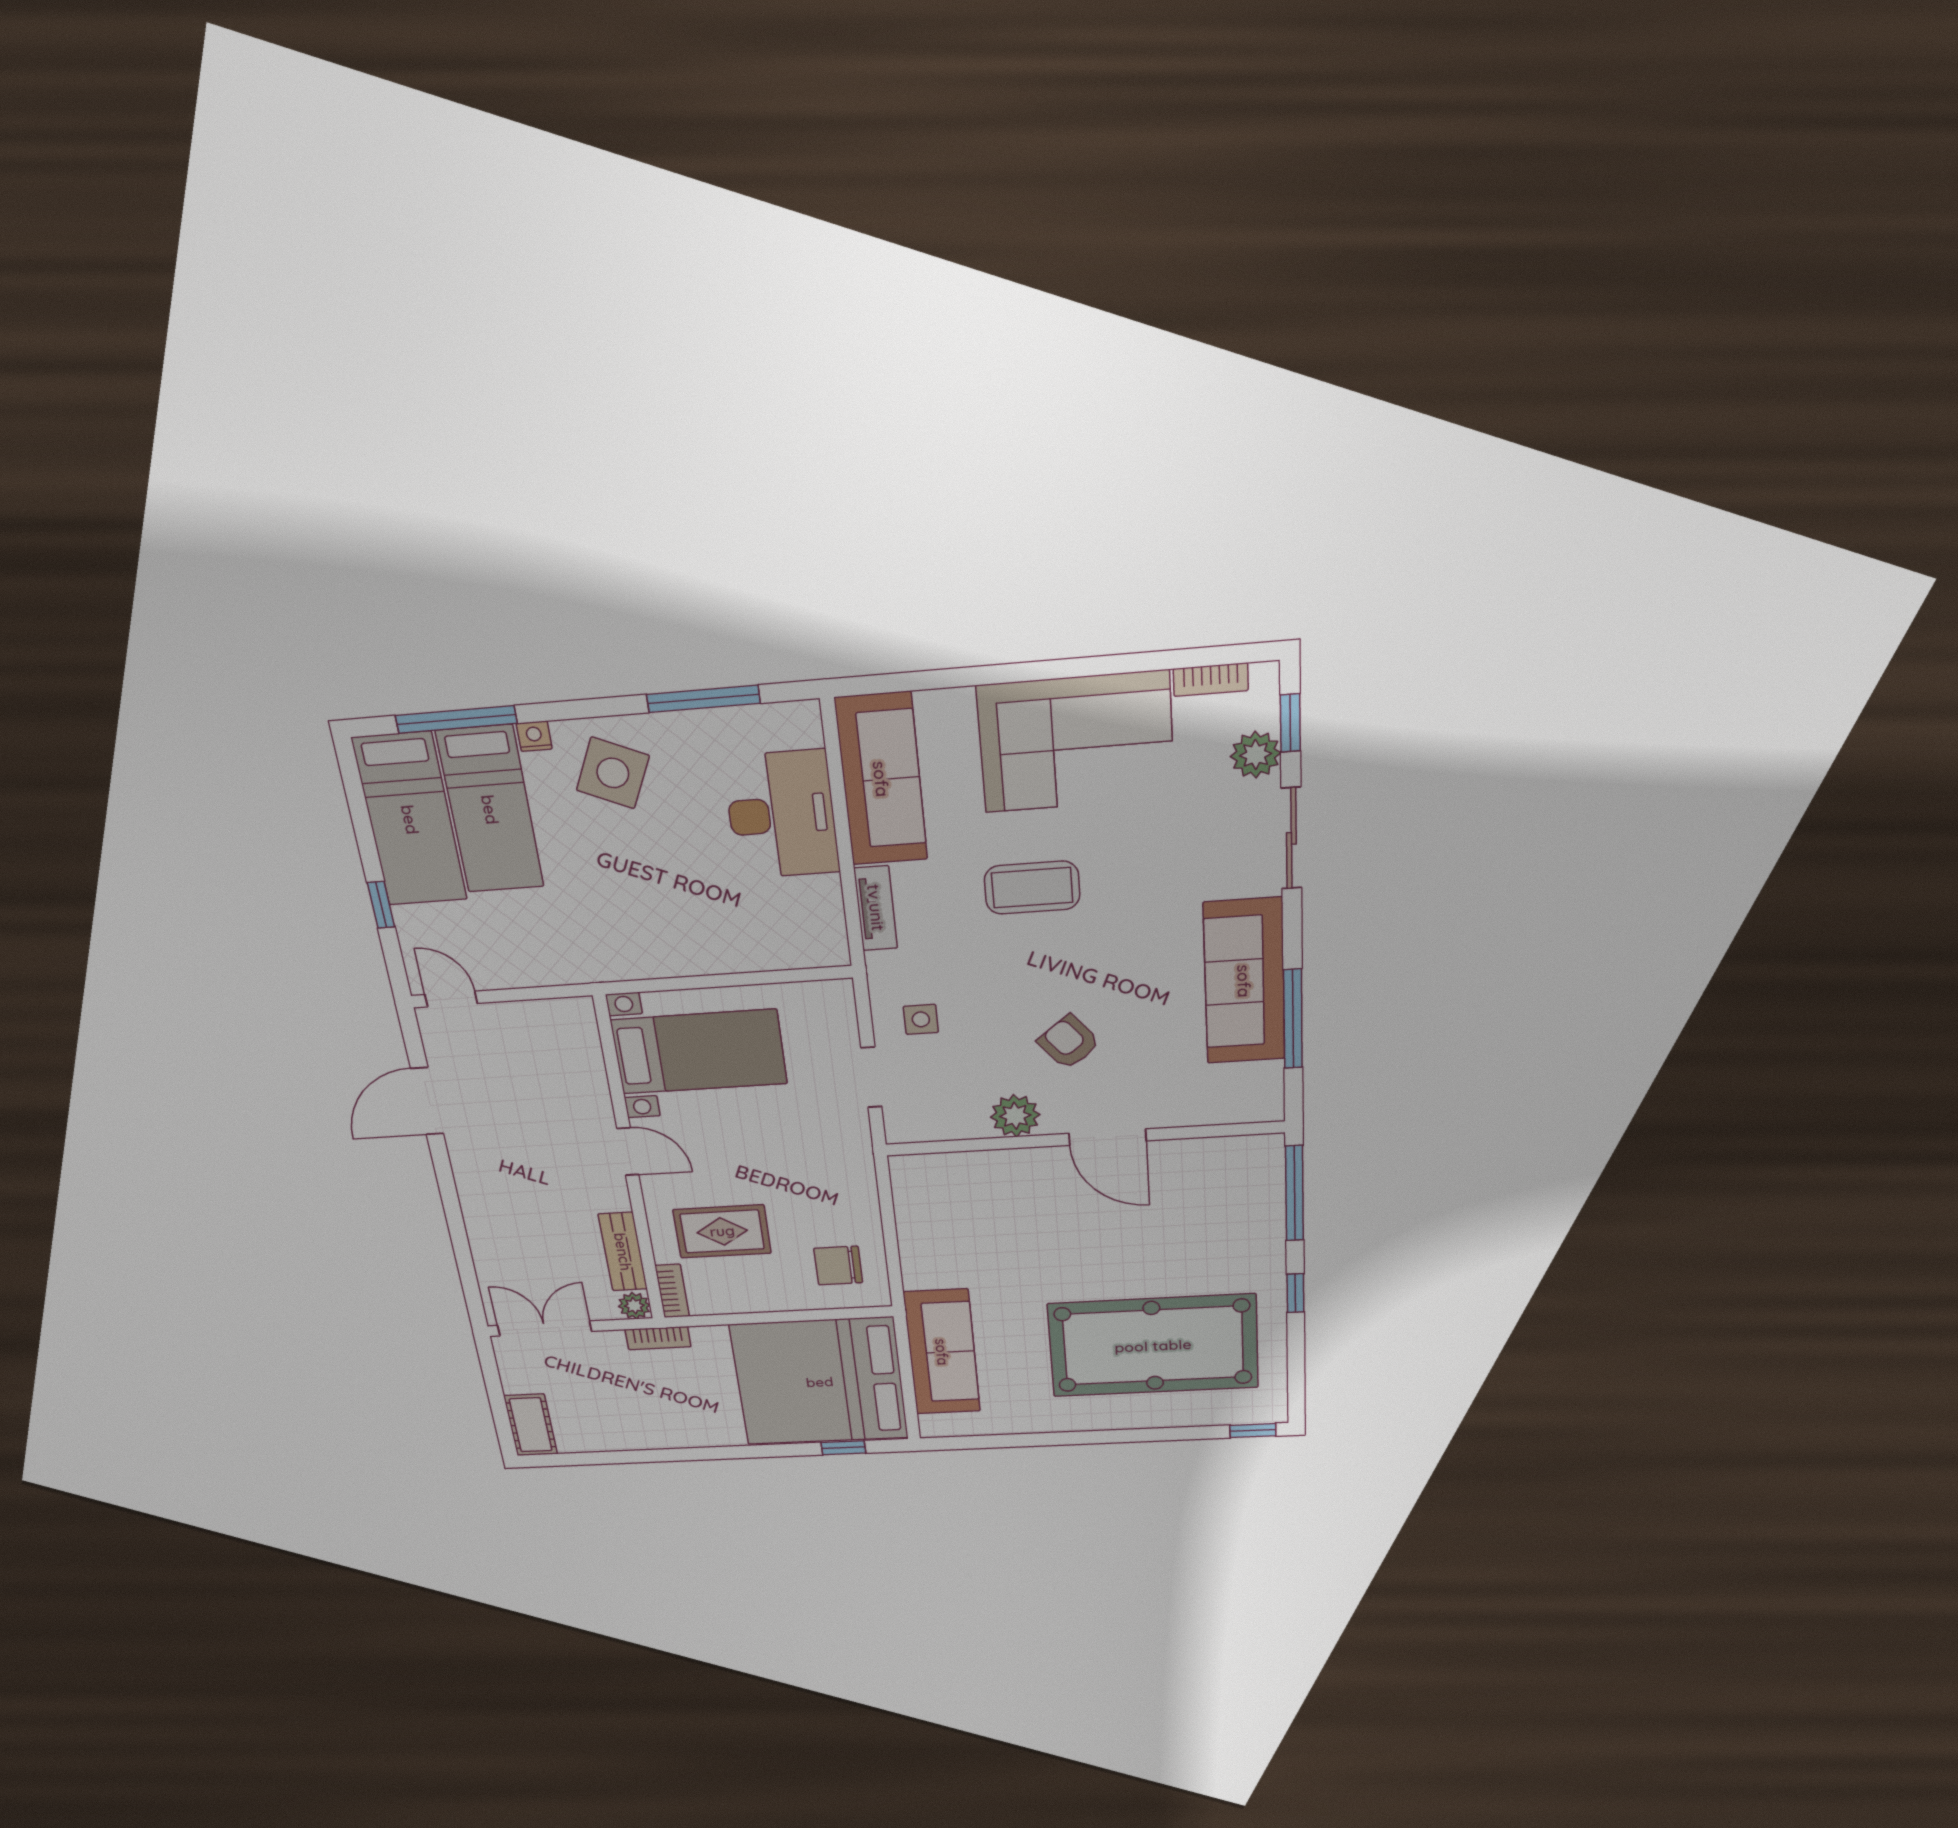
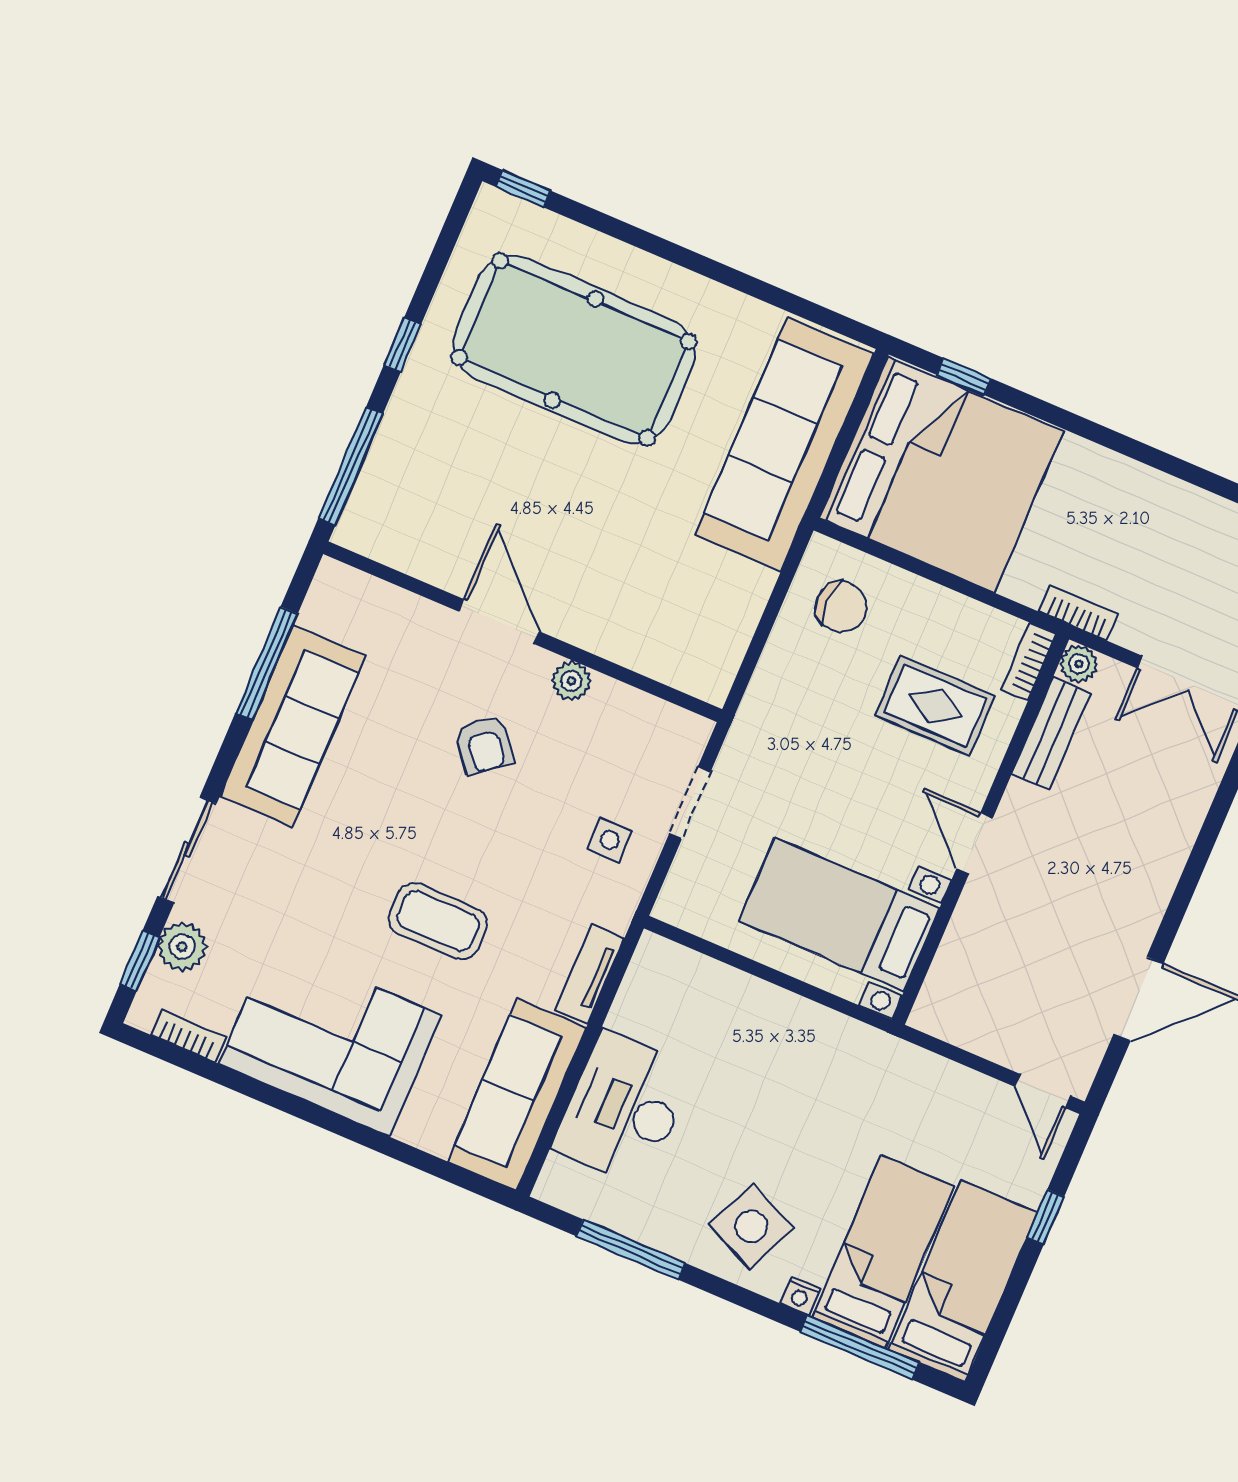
plant: (1015, 1116) -> (571, 681), width x0.73, depth x0.73
sofa: (942, 1352) -> (784, 444), width x1.36, depth x1.27

